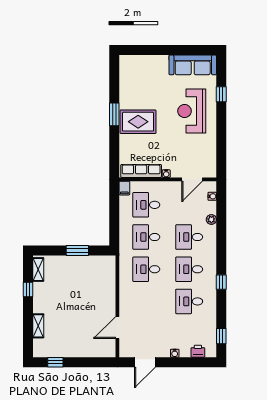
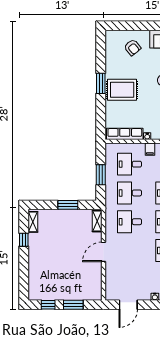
armchair: (150, 74) -> (132, 47), added
filing cabinet: (124, 188) -> (150, 149), moved
window: (114, 217) -> (101, 175), added
shelving: (38, 326) -> (97, 221), moved
door: (117, 328) -> (104, 252), moved
window: (83, 362) -> (73, 305), added

